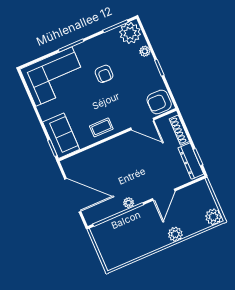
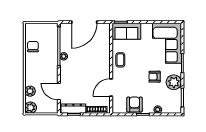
plant: (130, 33) -> (174, 82), moved
armchair: (159, 102) -> (134, 104), moved
door: (164, 195) -> (59, 92), moved
plant: (175, 234) -> (30, 91), moved
chair: (133, 248) -> (33, 47), added

